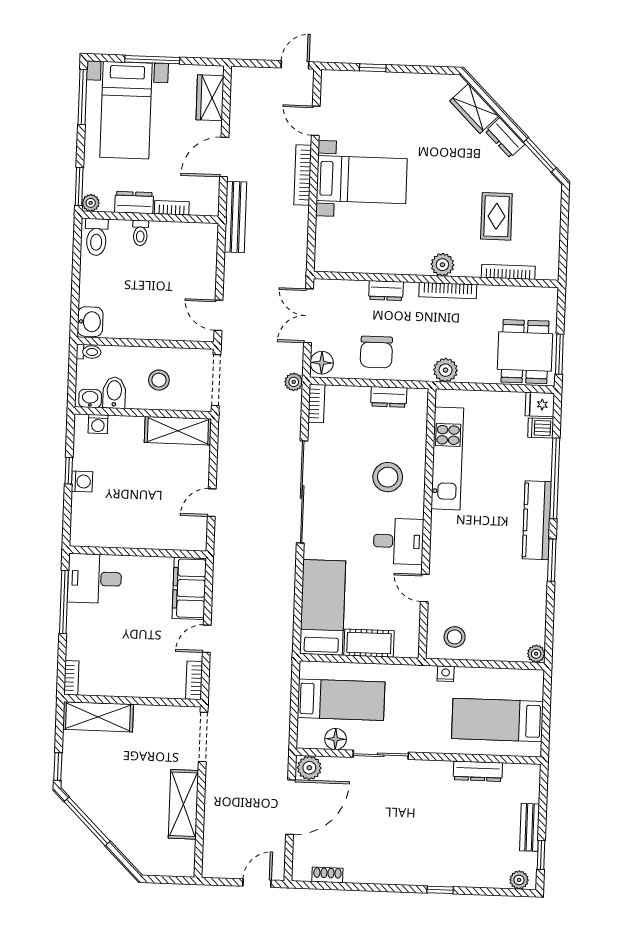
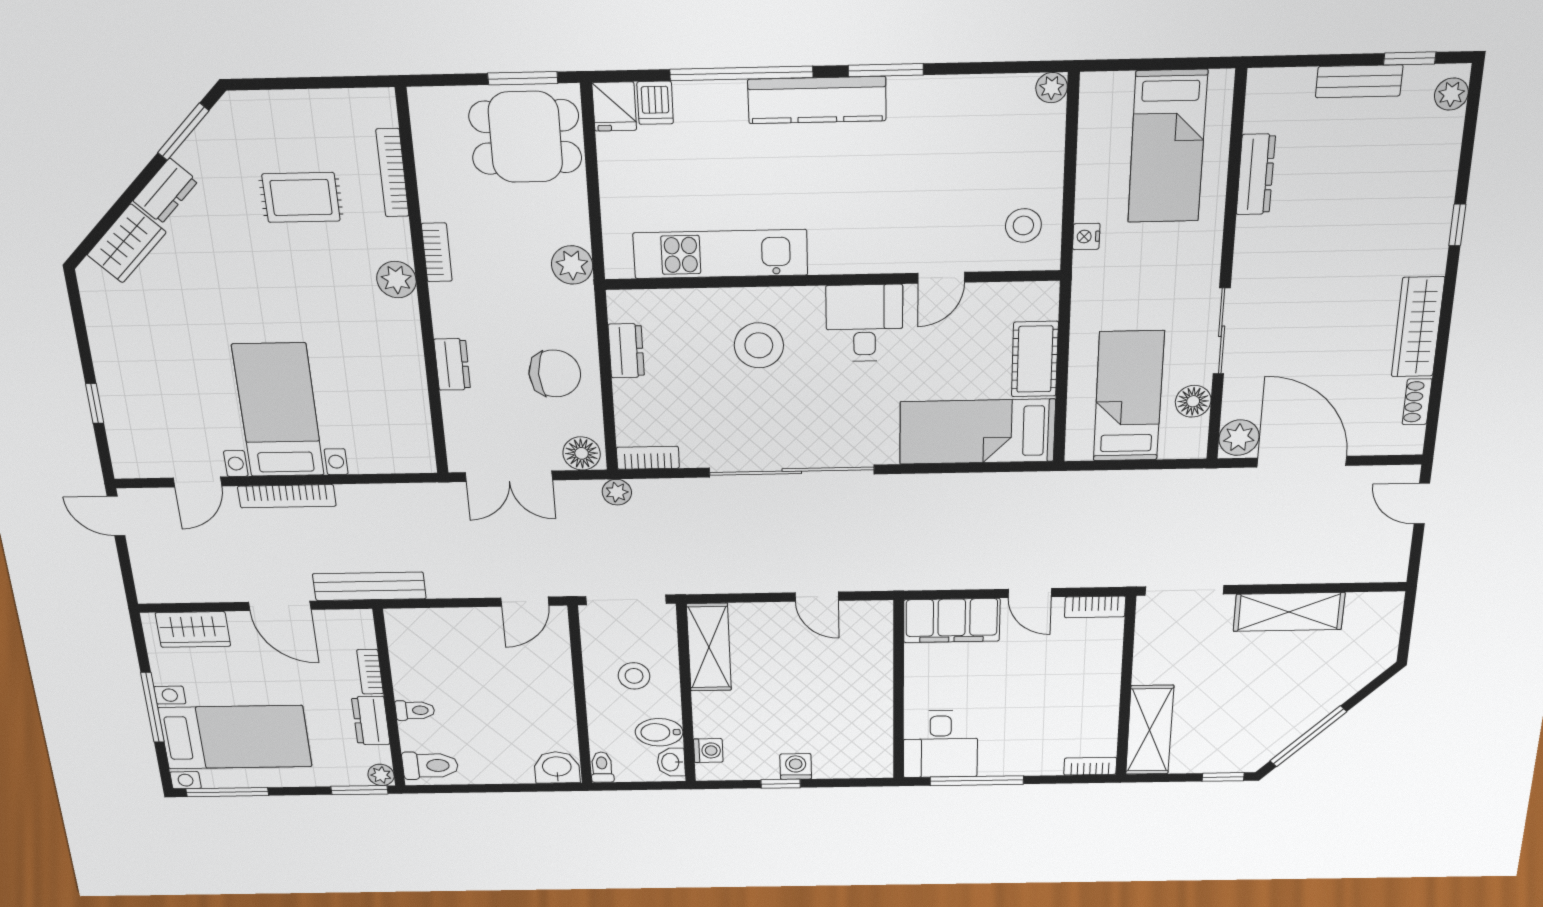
bookcase: (448, 291) -> (437, 252), width x0.64
wardrobe: (377, 872) -> (1418, 327), added

